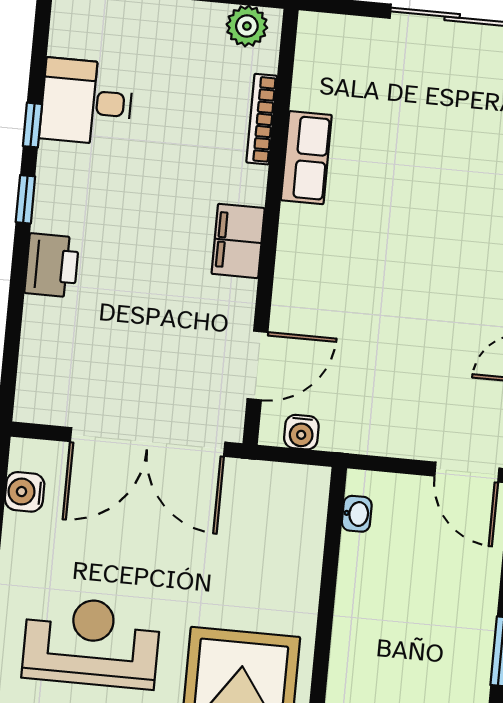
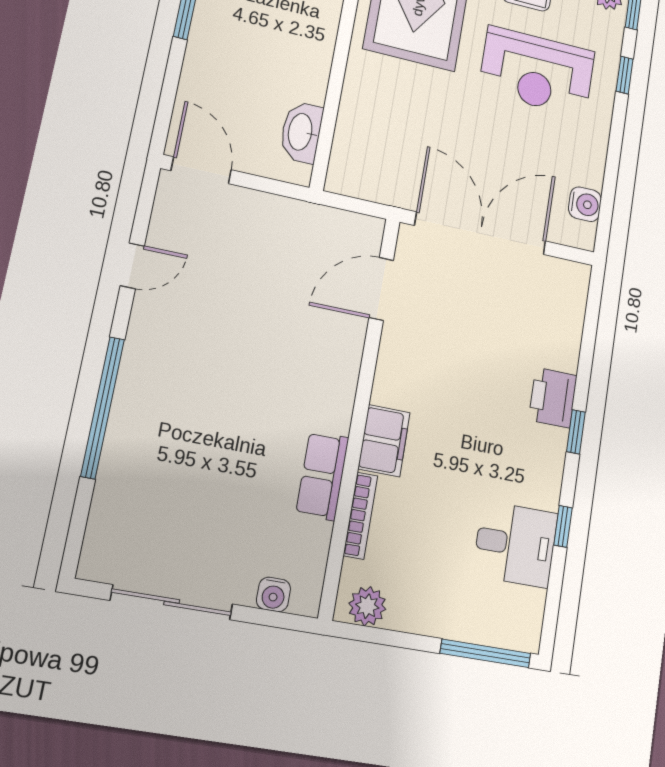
window: (25, 199) -> (576, 432), moved
filing cabinet: (238, 241) -> (384, 441), moved
water cooler: (301, 432) -> (274, 594), moved, turned 180
washbasin: (357, 514) -> (301, 132), width x1.91, depth x1.45

